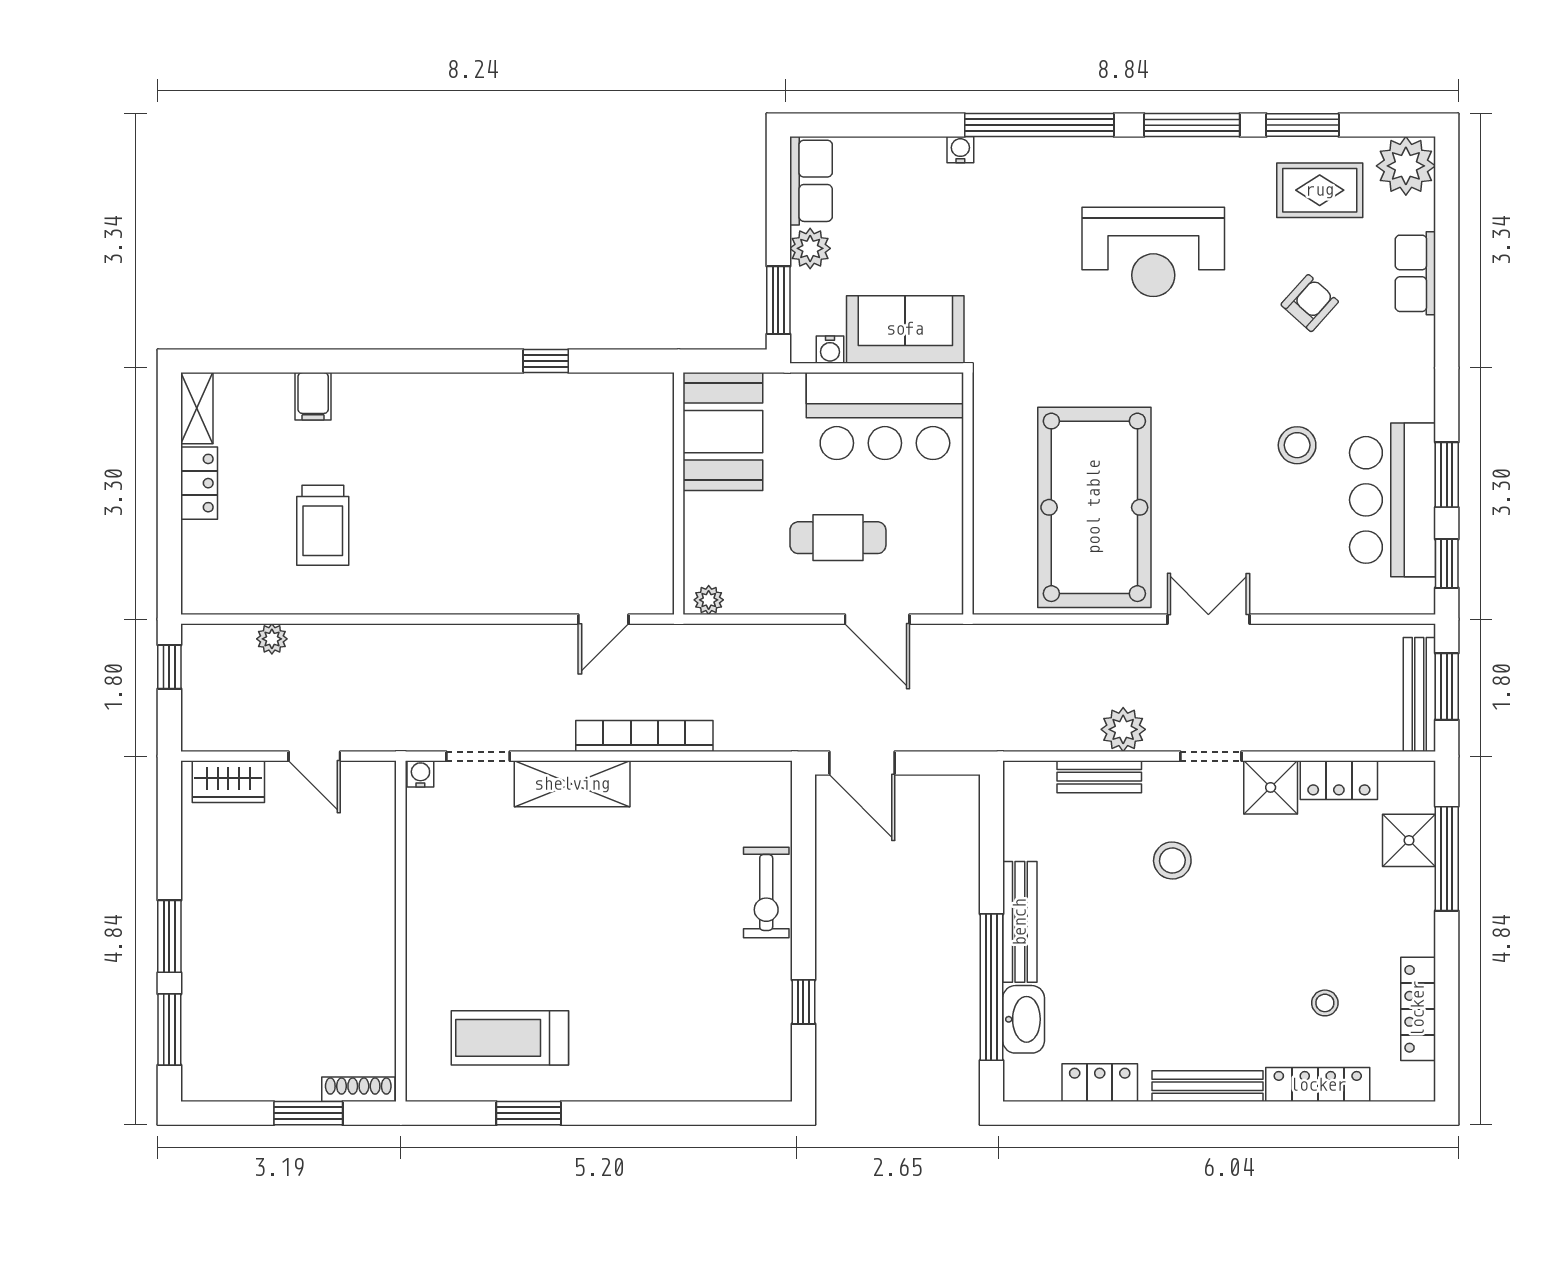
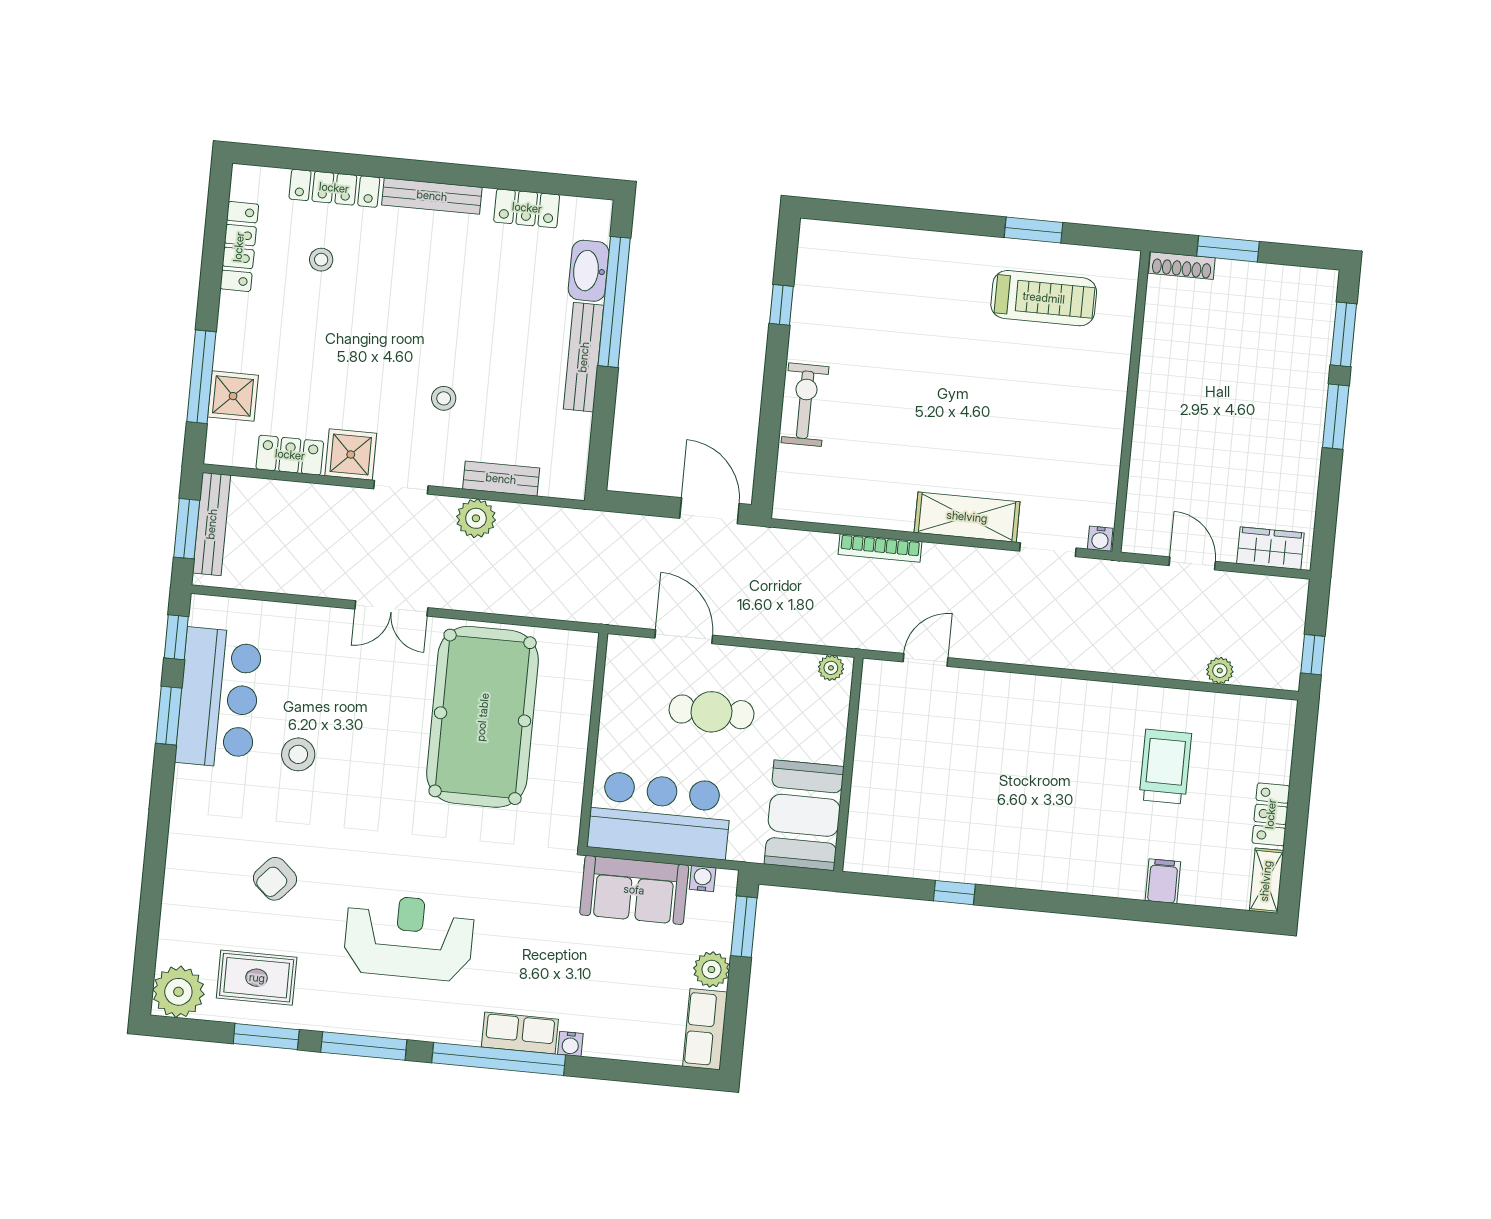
row of seats: (1415, 273) -> (520, 1033), moved, turned -90
bookcase: (644, 736) -> (880, 548), width x0.68, depth x0.76
stool: (1172, 860) -> (444, 398), width x0.73, depth x0.73

